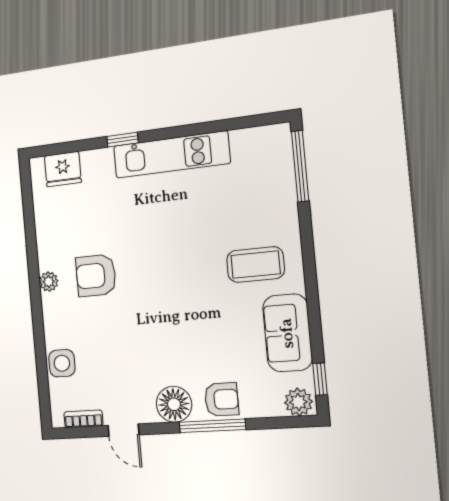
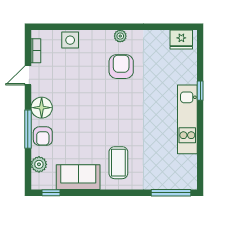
fridge: (63, 169) -> (181, 39), moved, turned -90
plant: (298, 402) -> (39, 164), moved

